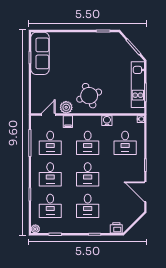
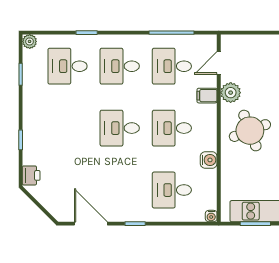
door: (48, 114) -> (219, 63), swing flipped
door: (145, 192) -> (91, 224), hinge flipped
desk: (88, 206) -> (67, 128), removed

